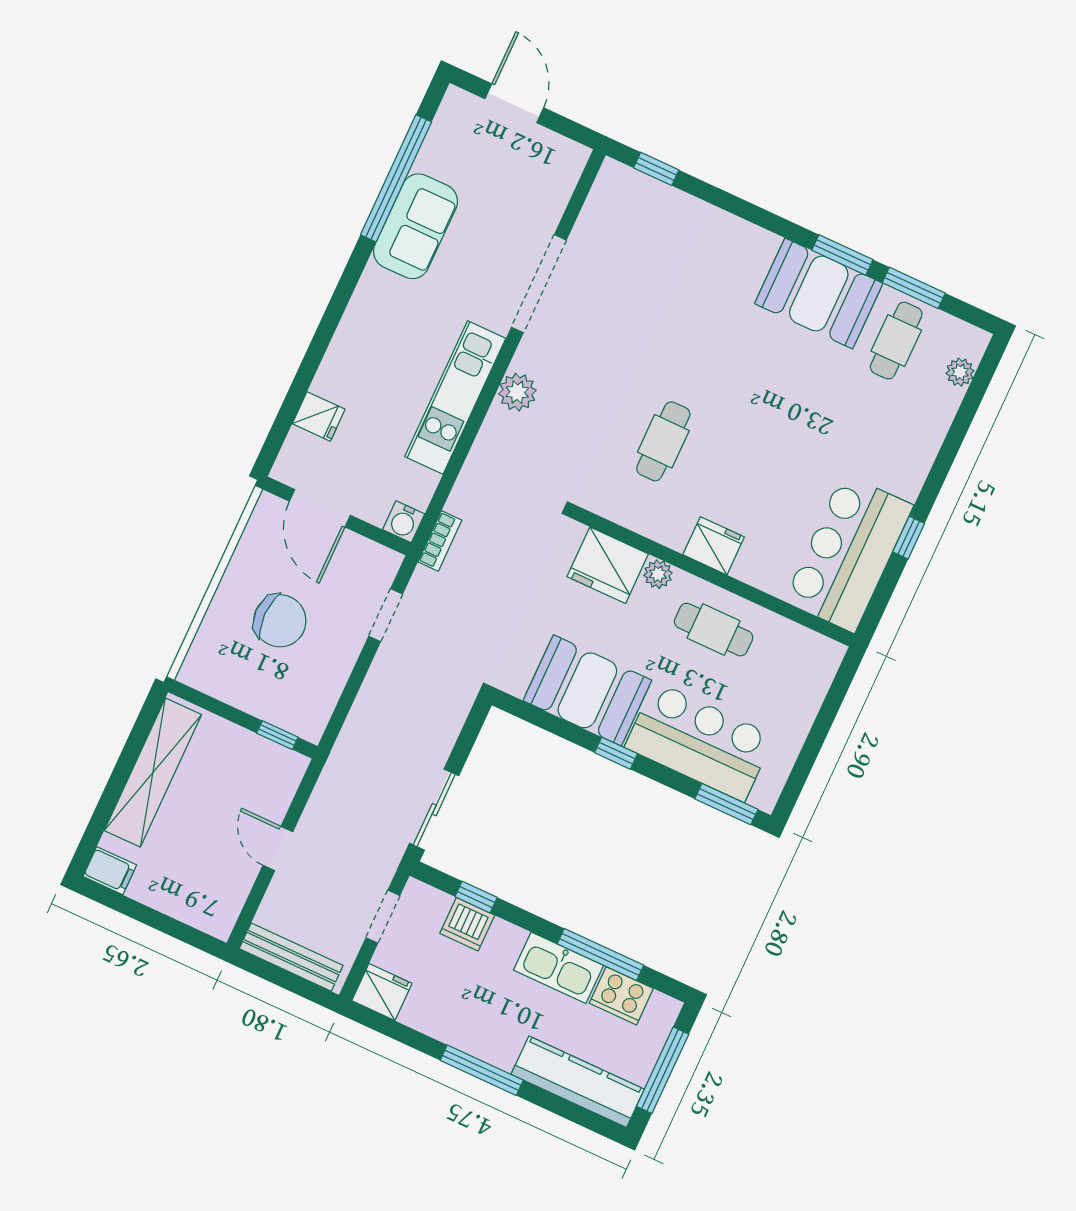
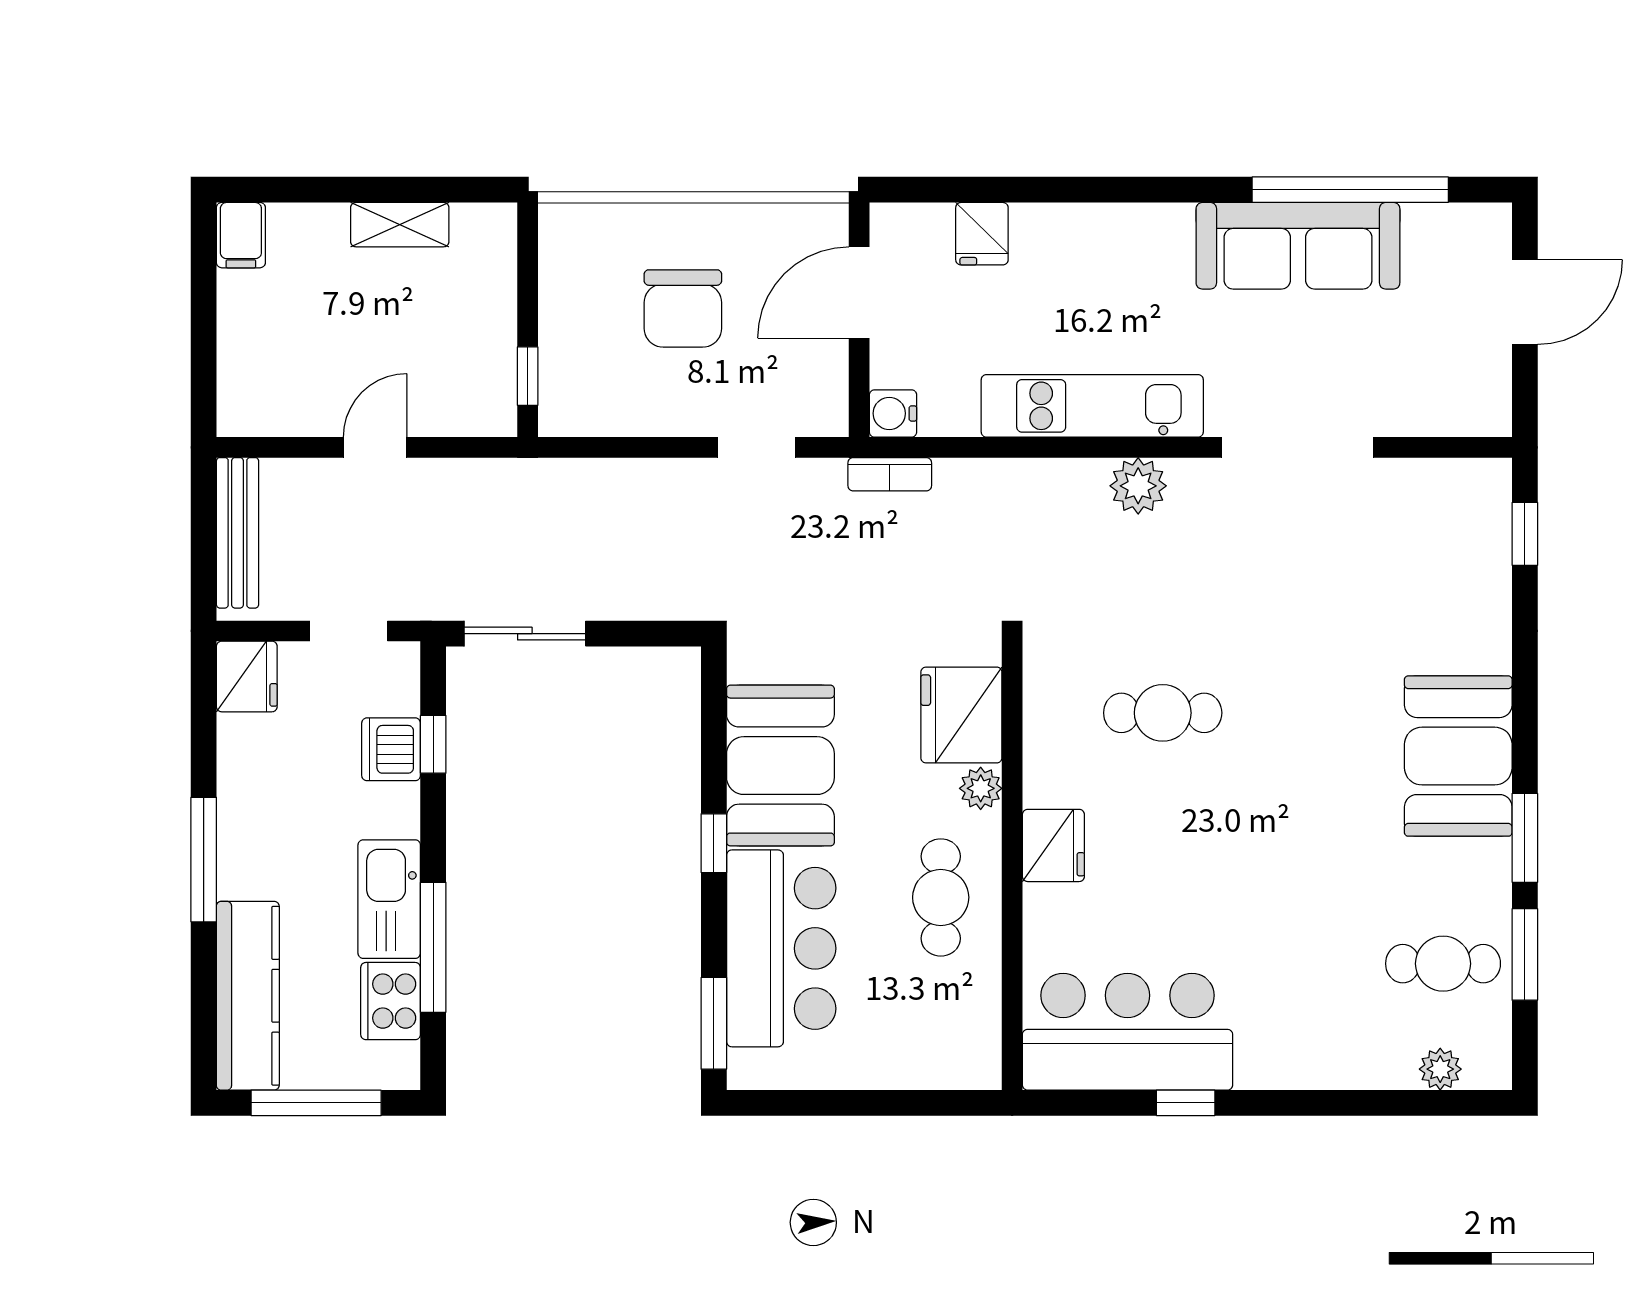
sofa: (415, 226) -> (1298, 246), width x1.36
booth: (819, 293) -> (1458, 756), moved
shelving: (153, 773) -> (400, 225), width x0.45, depth x0.75

